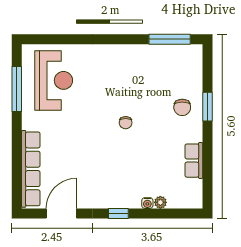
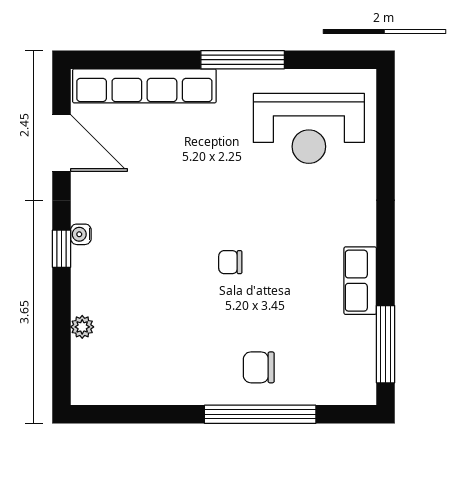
window: (17, 89) -> (243, 60), moved
window: (207, 107) -> (260, 414), width x2.11
row of seats: (194, 161) -> (360, 281), moved, turned -90
water cooler: (147, 203) -> (81, 234), moved

